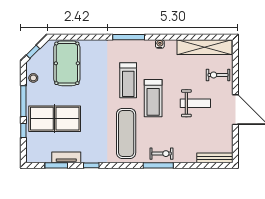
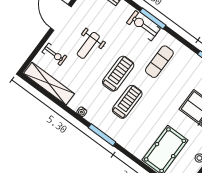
weight bench: (195, 103) -> (88, 45), turned -90
exercise mat: (126, 133) -> (159, 62), width x0.73, depth x0.69
exercise bike: (162, 154) -> (143, 26), width x1.38, depth x1.39

